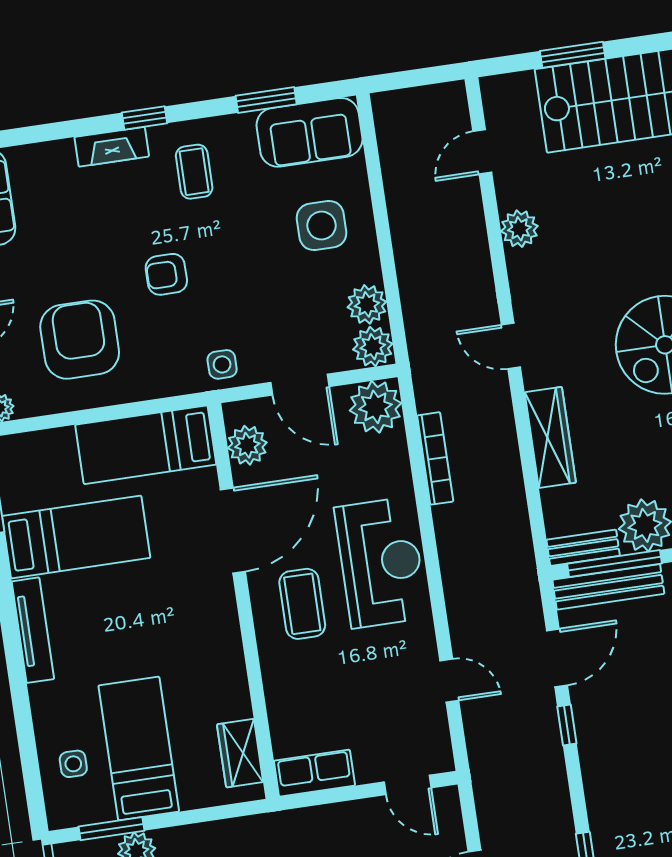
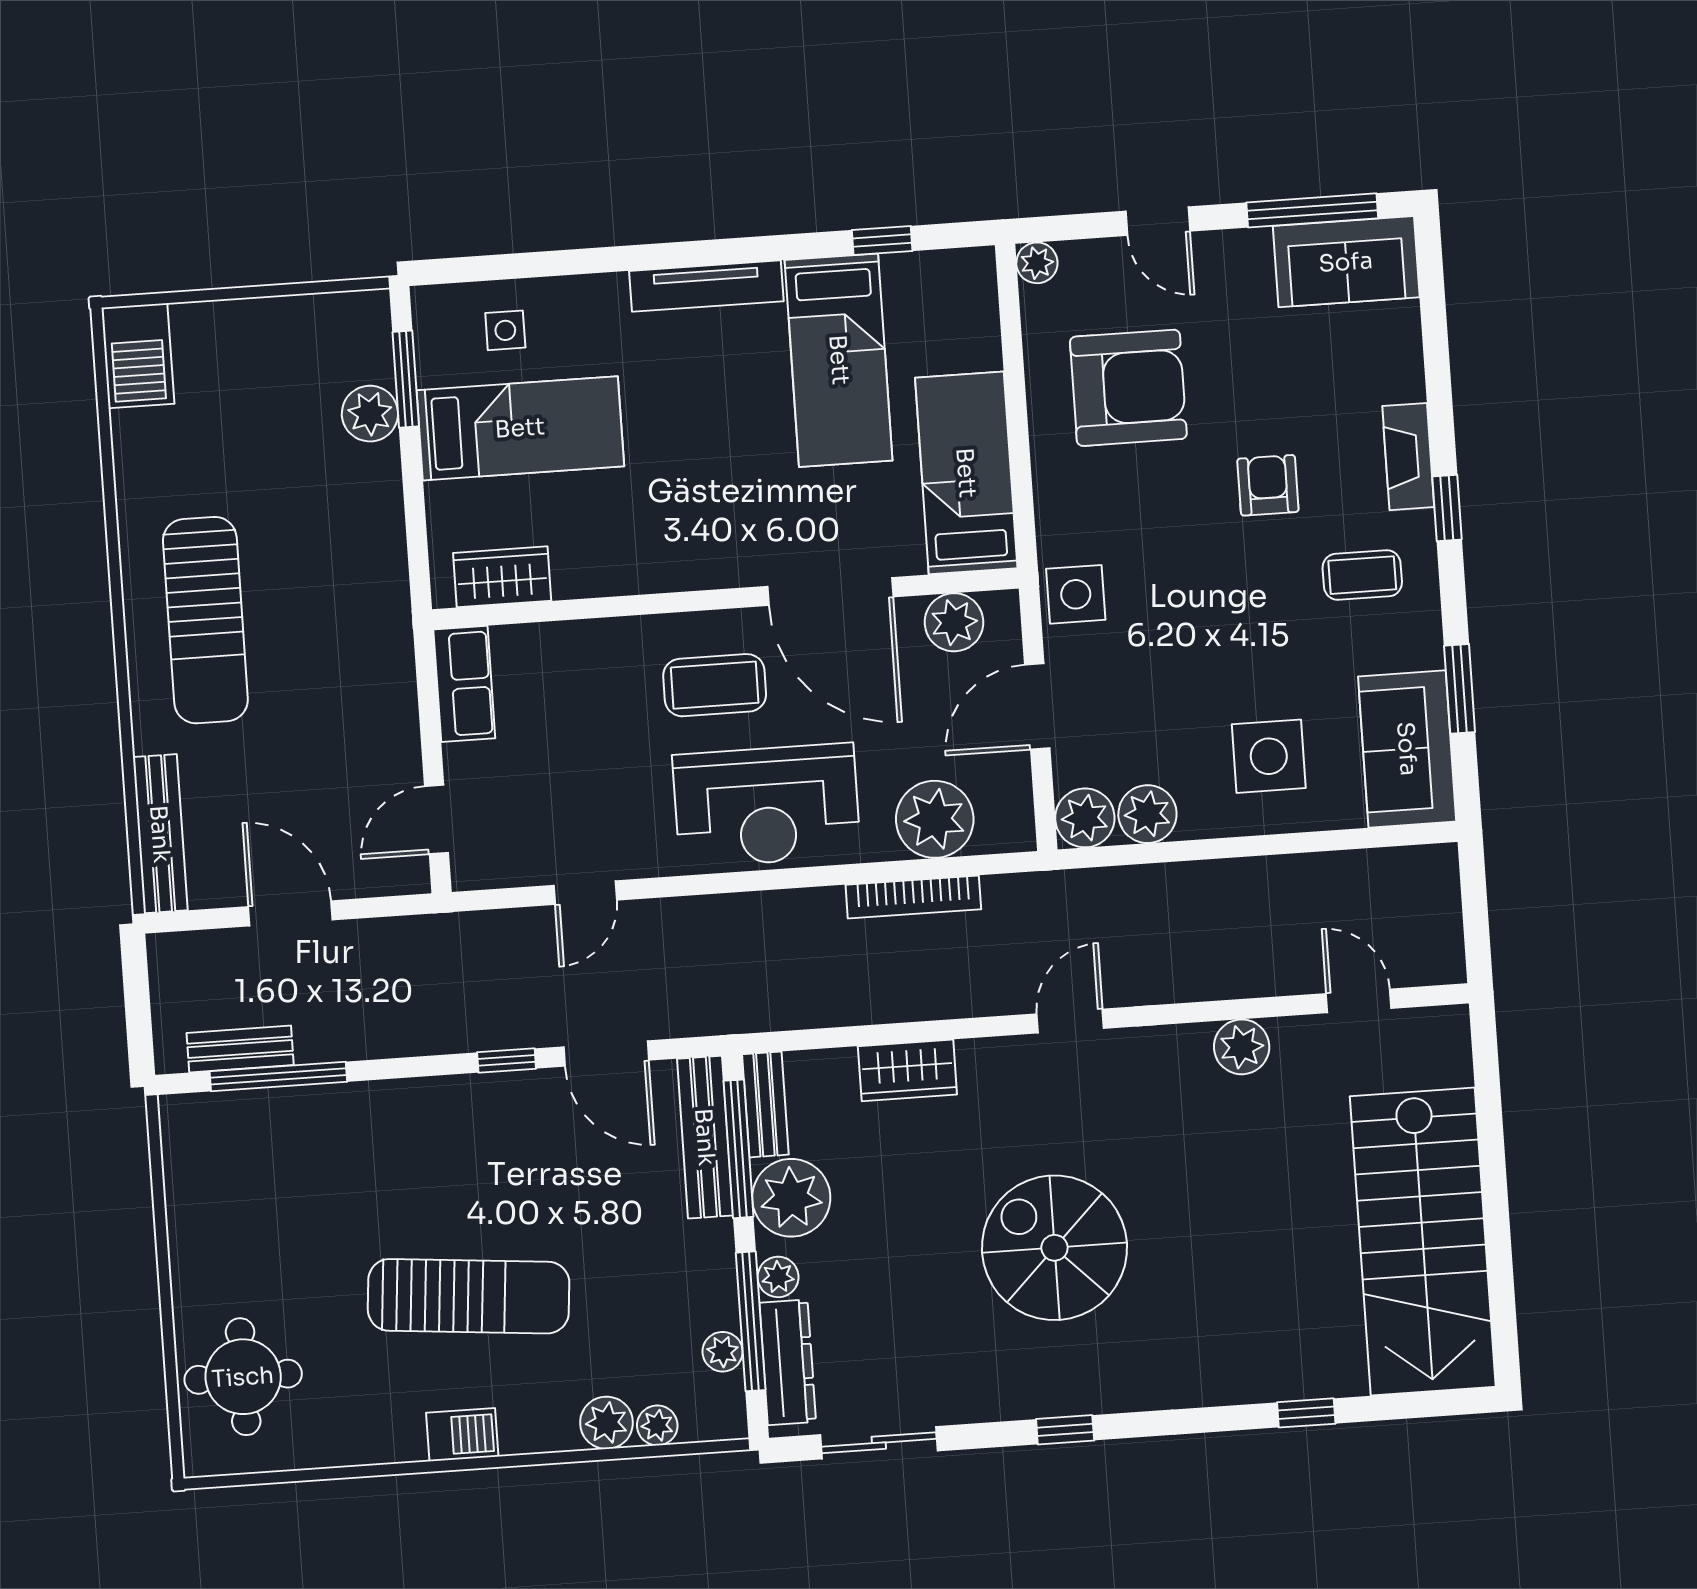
window: (573, 55) -> (1491, 1145), removed
armchair: (166, 274) -> (1268, 485), moved
side table: (222, 364) -> (1076, 594), width x1.37, depth x1.37
plant: (375, 407) -> (935, 819), moved
wardrobe: (550, 437) -> (907, 1070), width x0.67

